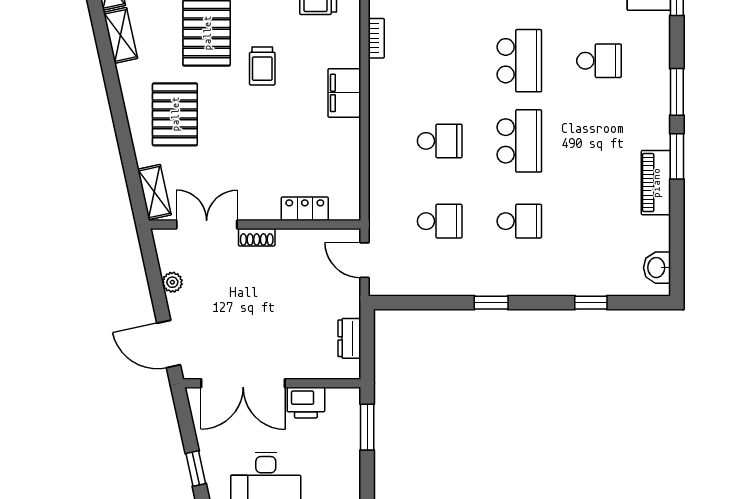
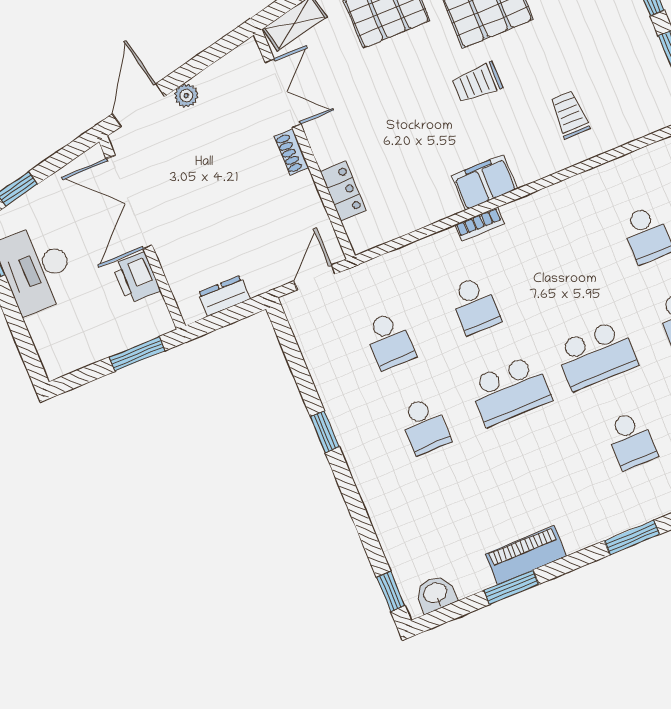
bookcase: (376, 38) -> (479, 224), moved
window: (677, 156) -> (511, 587), moved
plant: (172, 282) -> (186, 96), moved
window: (591, 303) -> (391, 591), moved

